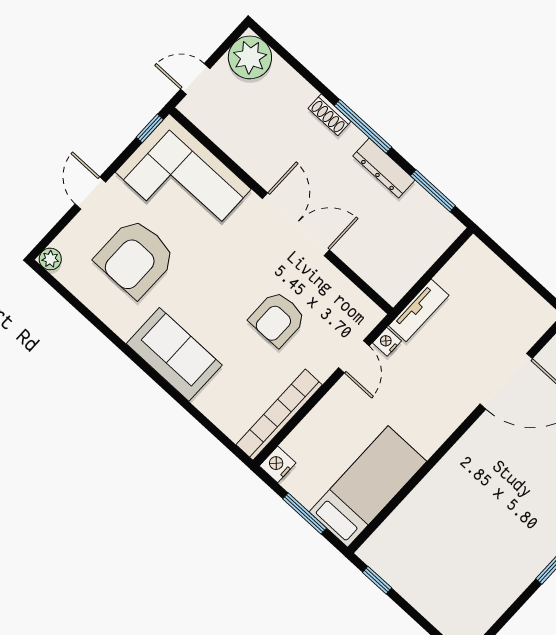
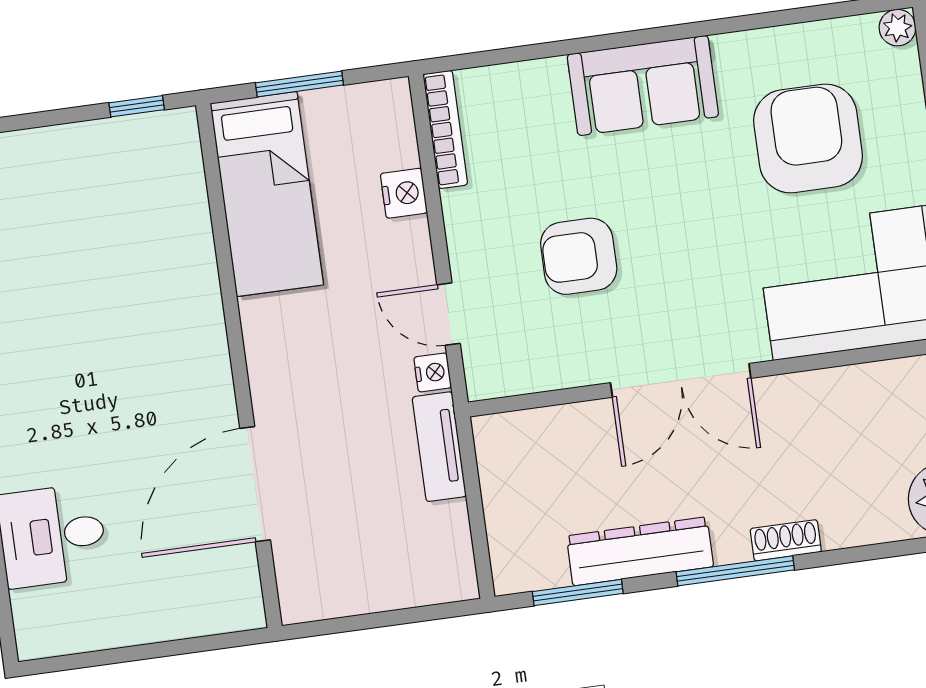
dresser: (384, 168) -> (640, 551), width x1.37, depth x1.24
armchair: (278, 319) -> (579, 256), turned -90
bookcase: (279, 415) -> (445, 129), width x0.68, depth x0.76
nightstand: (278, 464) -> (404, 193), moved

